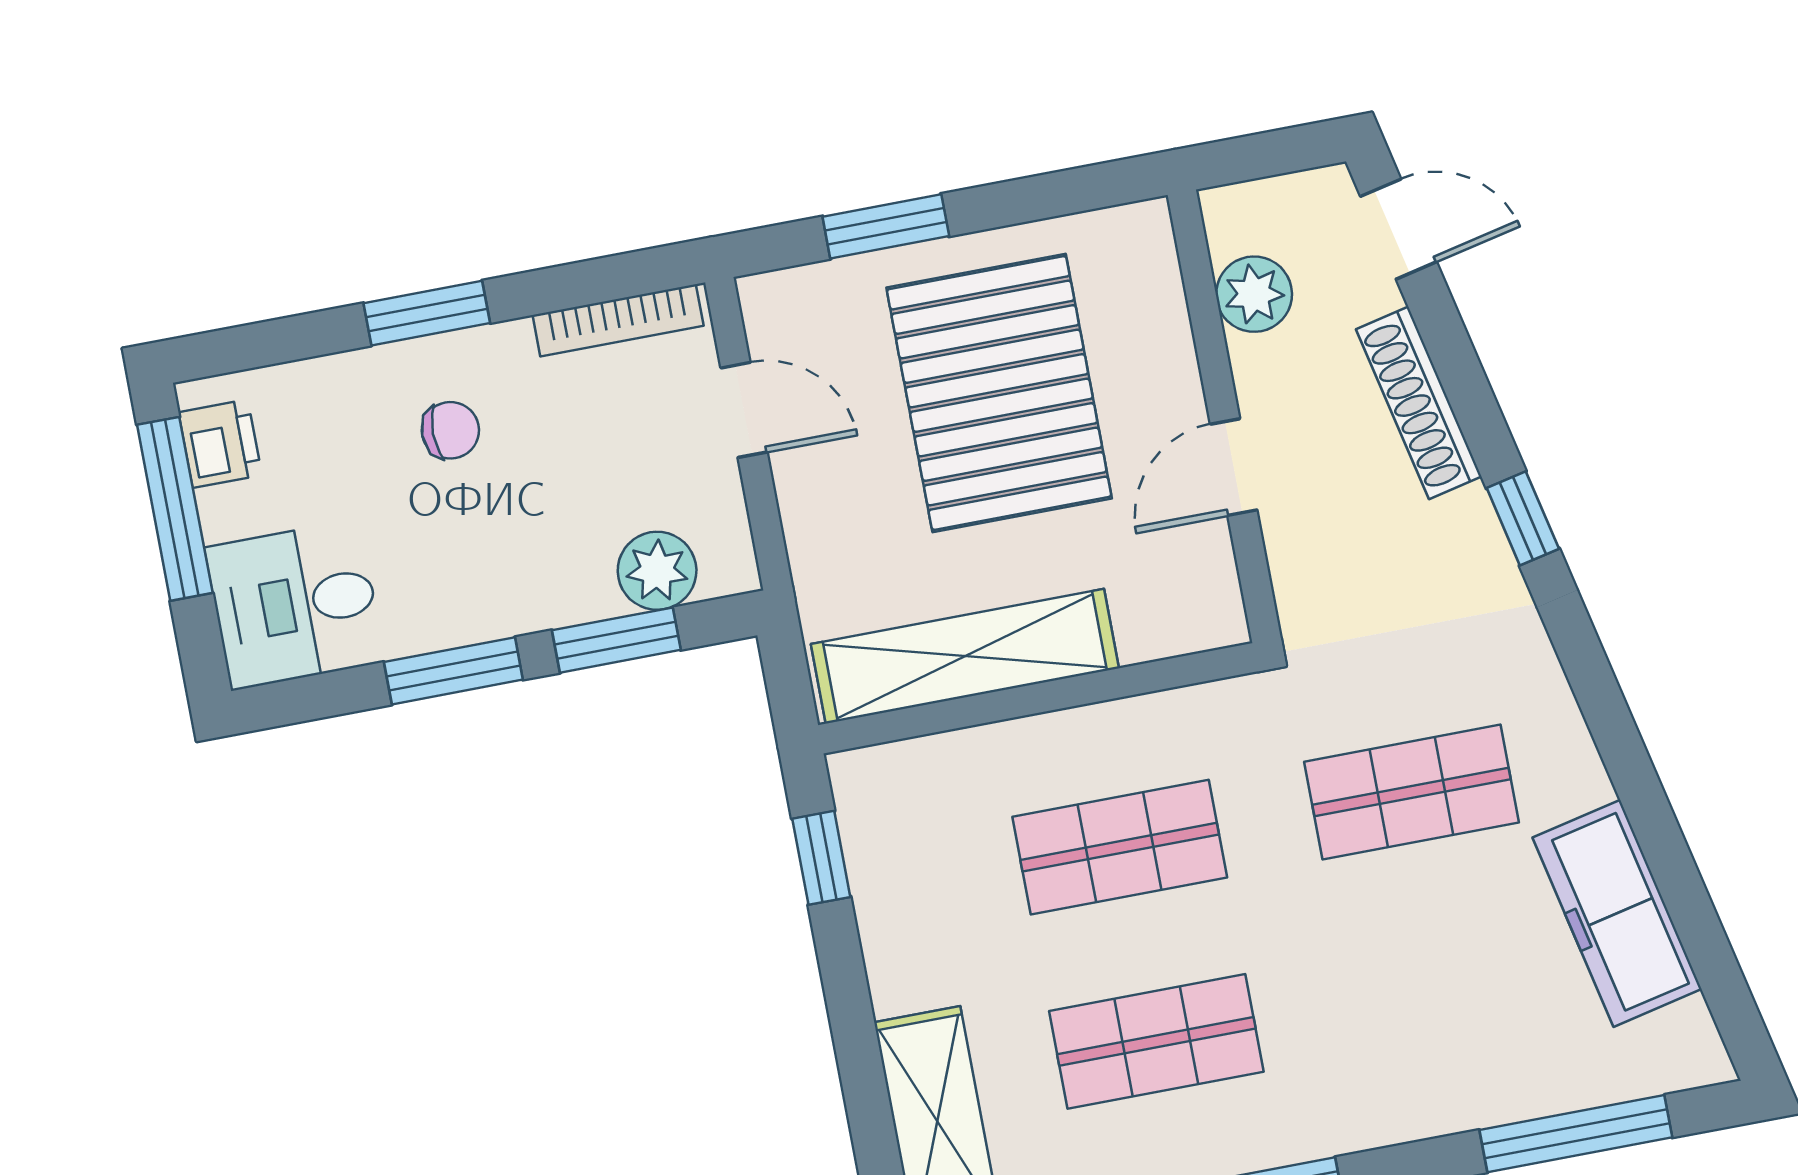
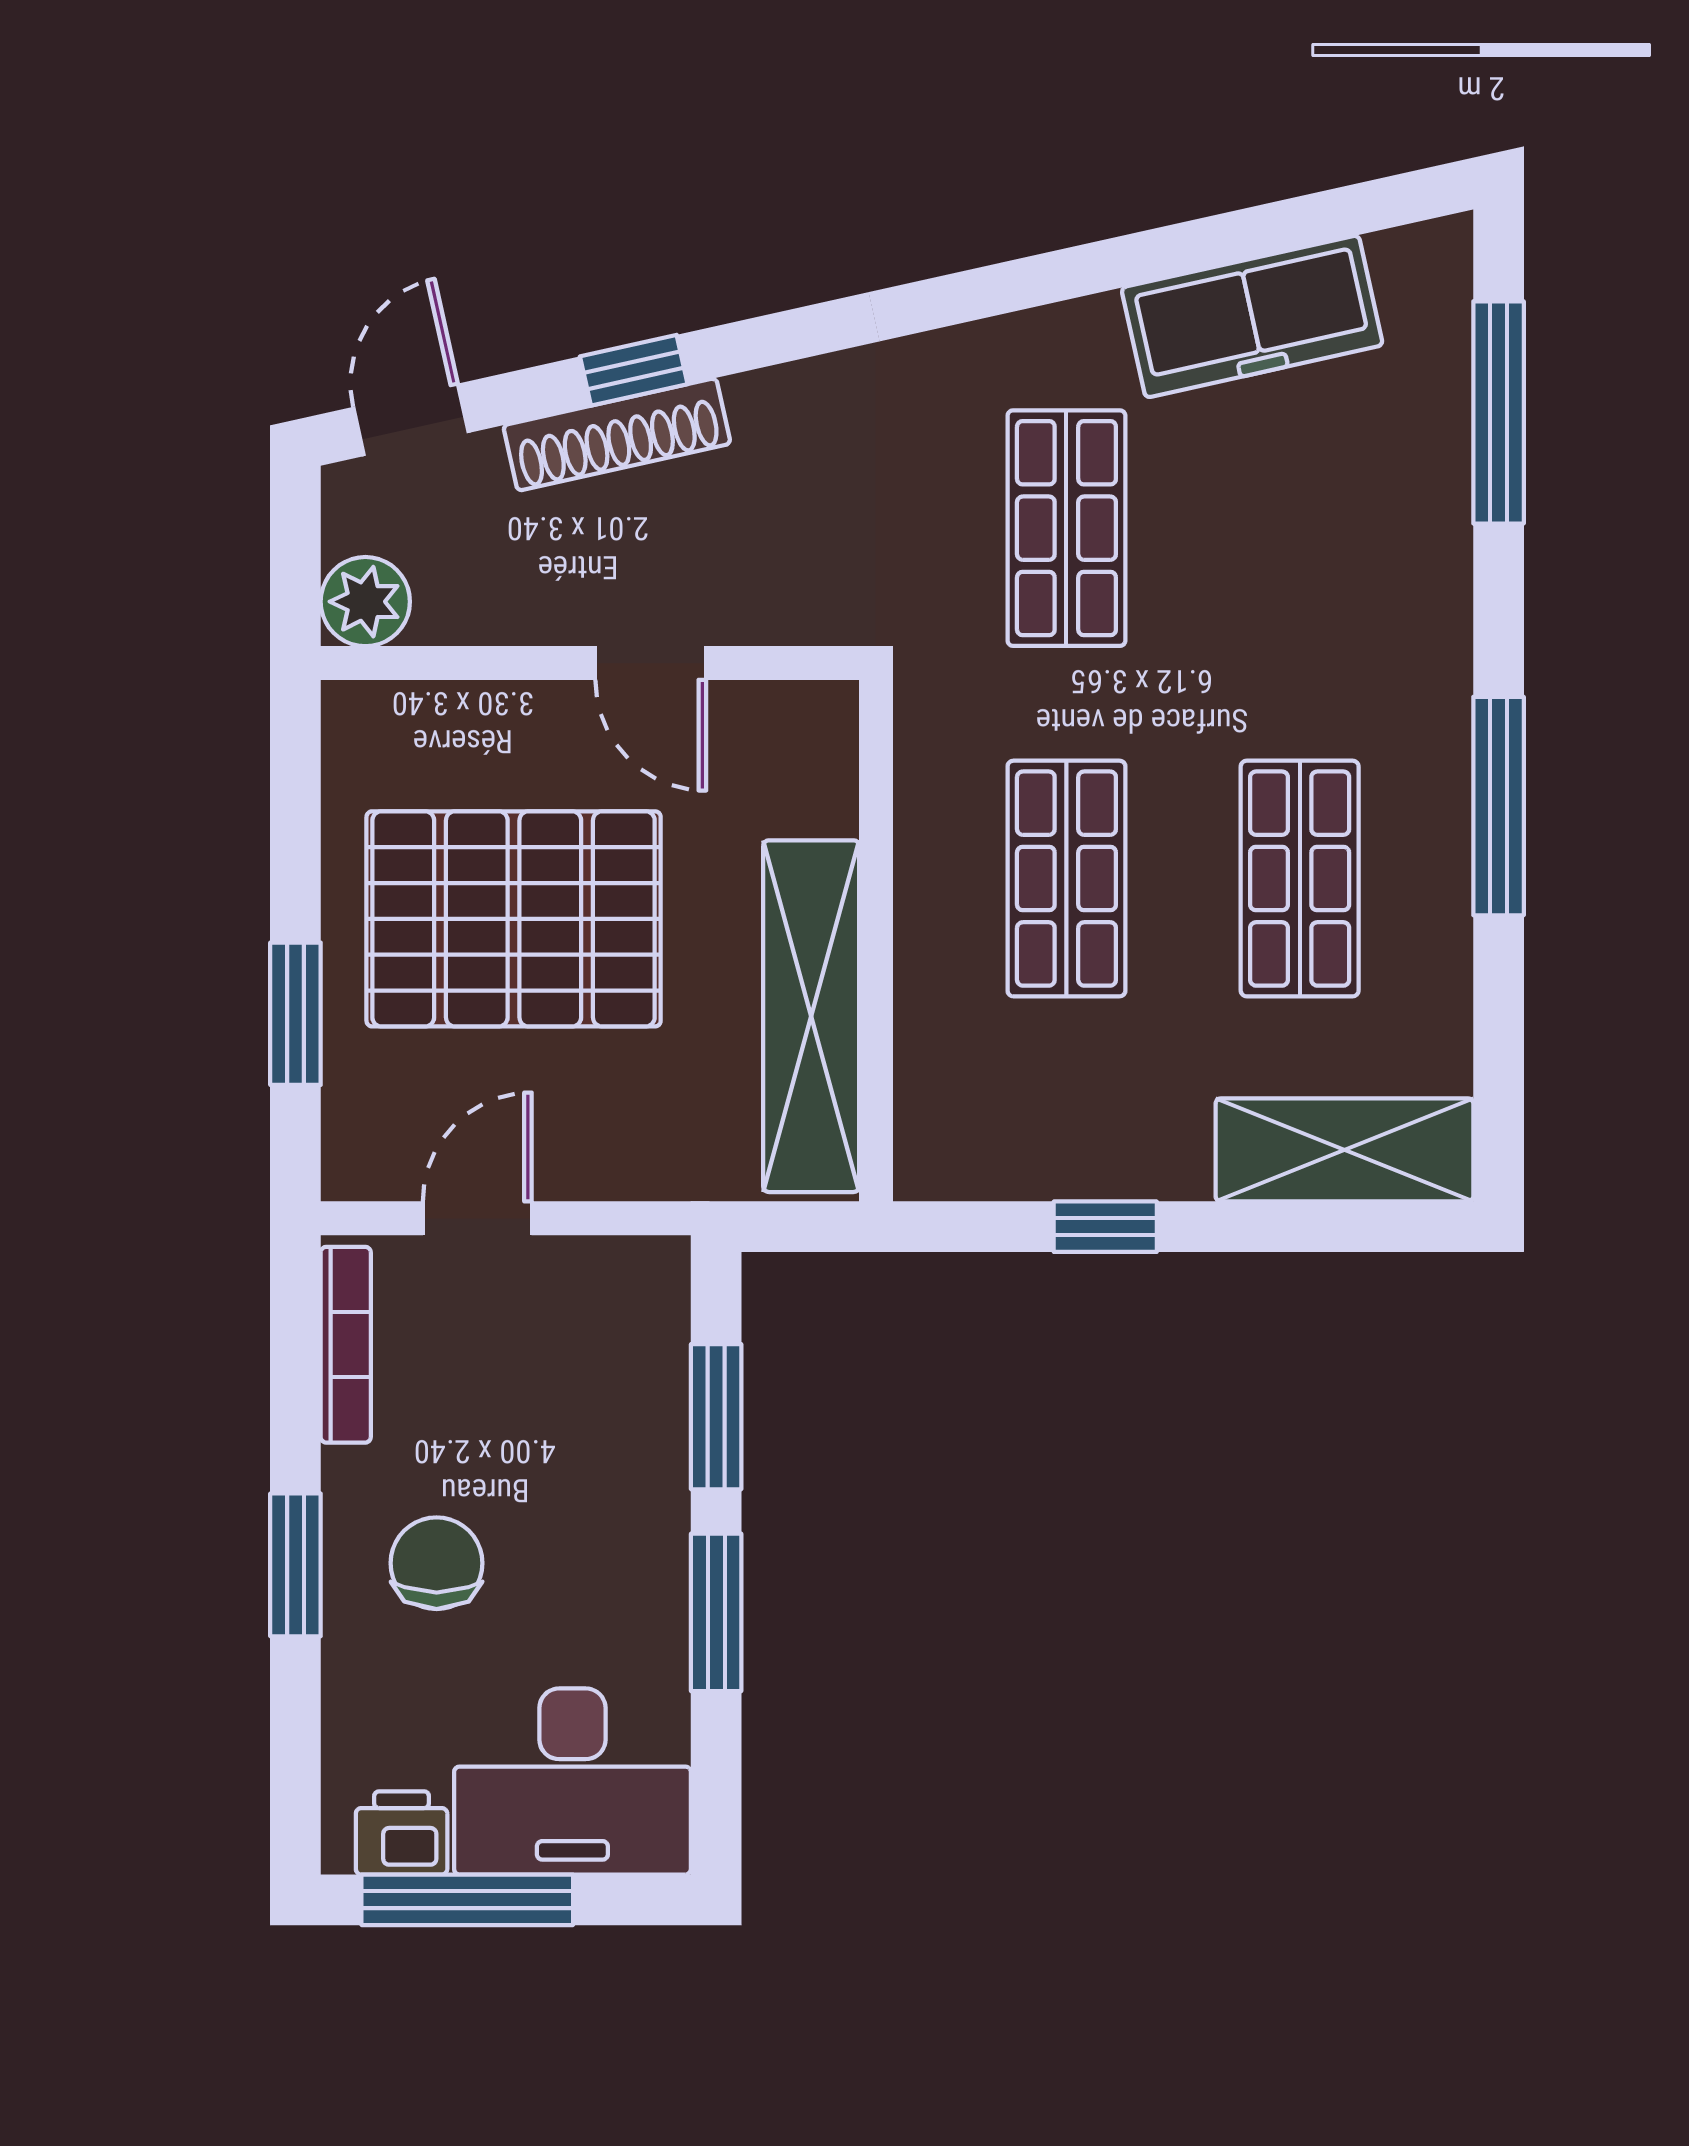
plant: (1254, 294) -> (365, 602), moved
chair: (450, 430) -> (437, 1563), width x1.37, depth x1.37
window: (1523, 518) -> (634, 370), moved
plant: (657, 571) -> (645, 1354), removed
desk: (295, 605) -> (572, 1782), width x1.37
window: (821, 858) -> (1105, 1227), moved

